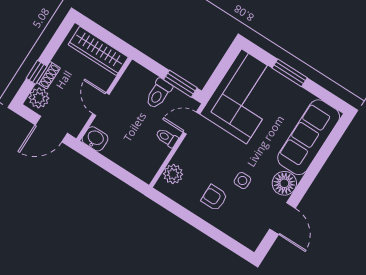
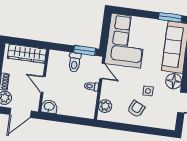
window: (290, 73) -> (170, 17), moved
door: (191, 123) -> (102, 71), swing flipped
armchair: (214, 198) -> (136, 109), turned 116

